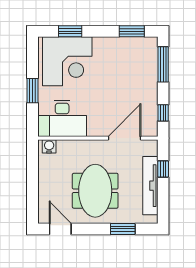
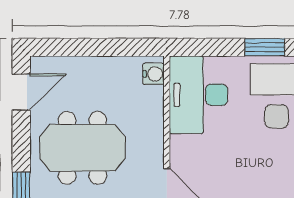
window: (32, 91) -> (265, 47), moved

